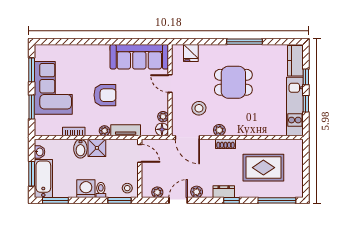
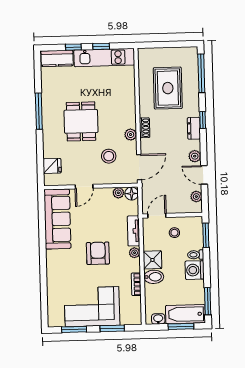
stool: (127, 188) -> (174, 233), moved

